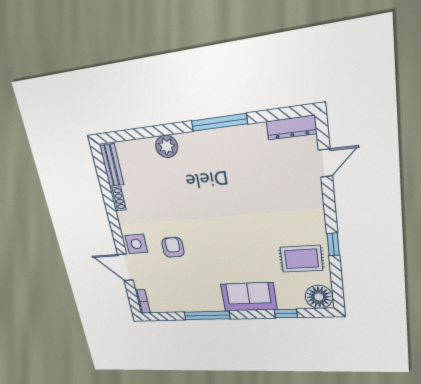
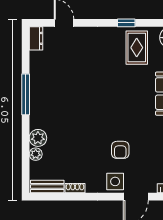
dresser: (291, 128) -> (36, 38), width x0.70
plant: (146, 146) -> (36, 154), added
armchair: (173, 247) -> (120, 150), turned -90

